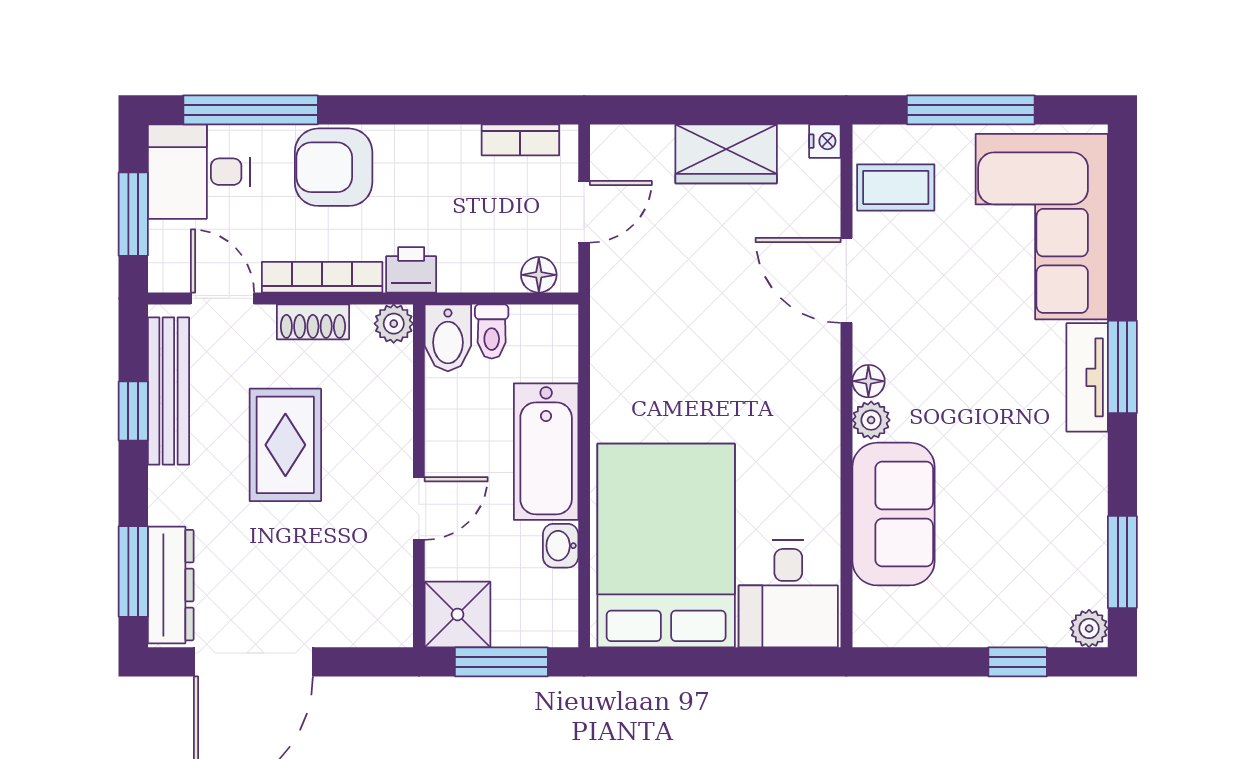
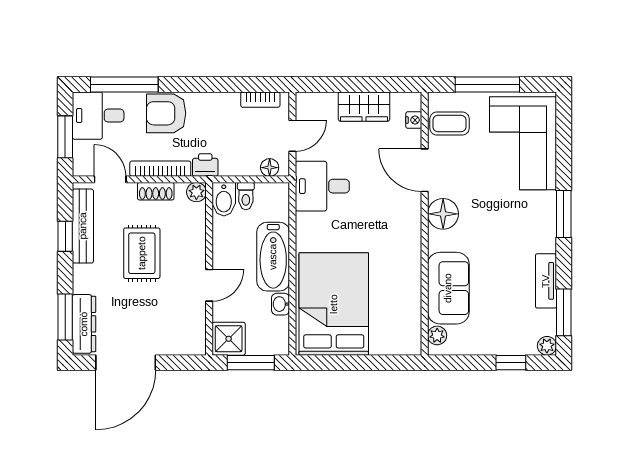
nightstand: (825, 141) -> (414, 120), moved
tv unit: (1087, 377) -> (546, 281), moved
floor lamp: (868, 381) -> (443, 214), width x1.89, depth x1.89
plant: (871, 420) -> (437, 335), moved
desk: (788, 594) -> (322, 186), moved, turned 90

